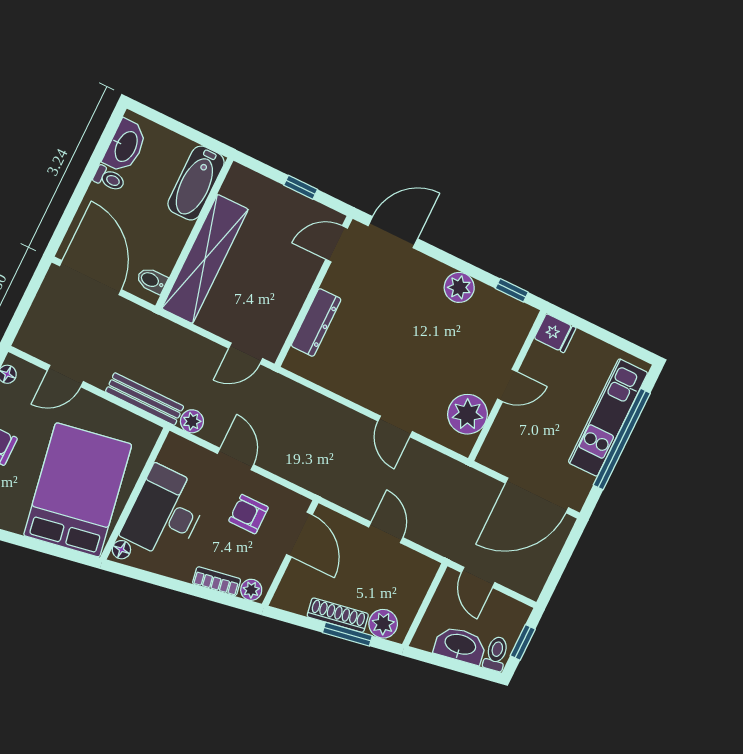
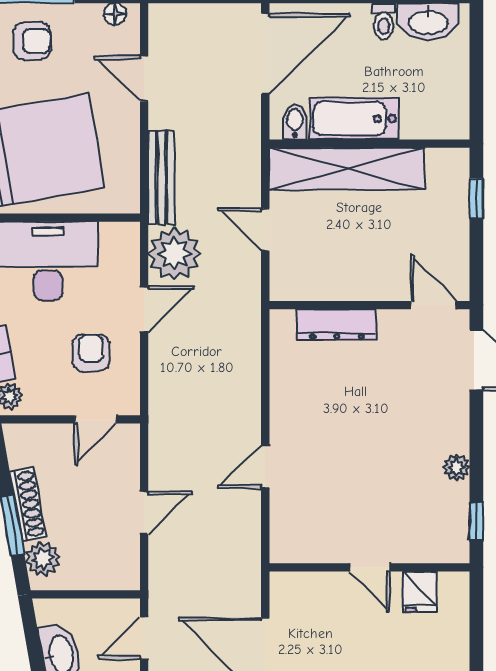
bathtub: (196, 183) -> (354, 119), moved
window: (301, 187) -> (476, 198), moved
plant: (459, 287) -> (456, 467), width x0.73, depth x0.73
fridge: (555, 333) -> (420, 592), moved
door: (246, 353) -> (265, 230), moved
plant: (468, 414) -> (317, 539), removed
plant: (192, 421) -> (174, 254), width x1.87, depth x1.87
door: (299, 535) -> (96, 419), width x0.73

